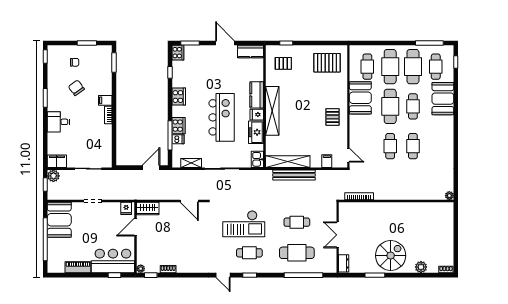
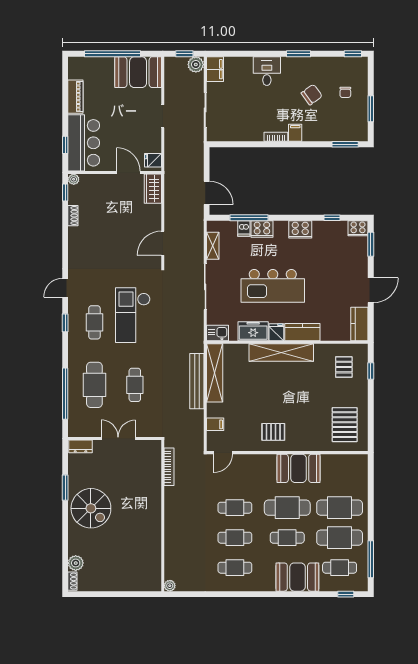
cafe table: (367, 67) -> (235, 568), moved
plant: (421, 267) -> (76, 563), moved

